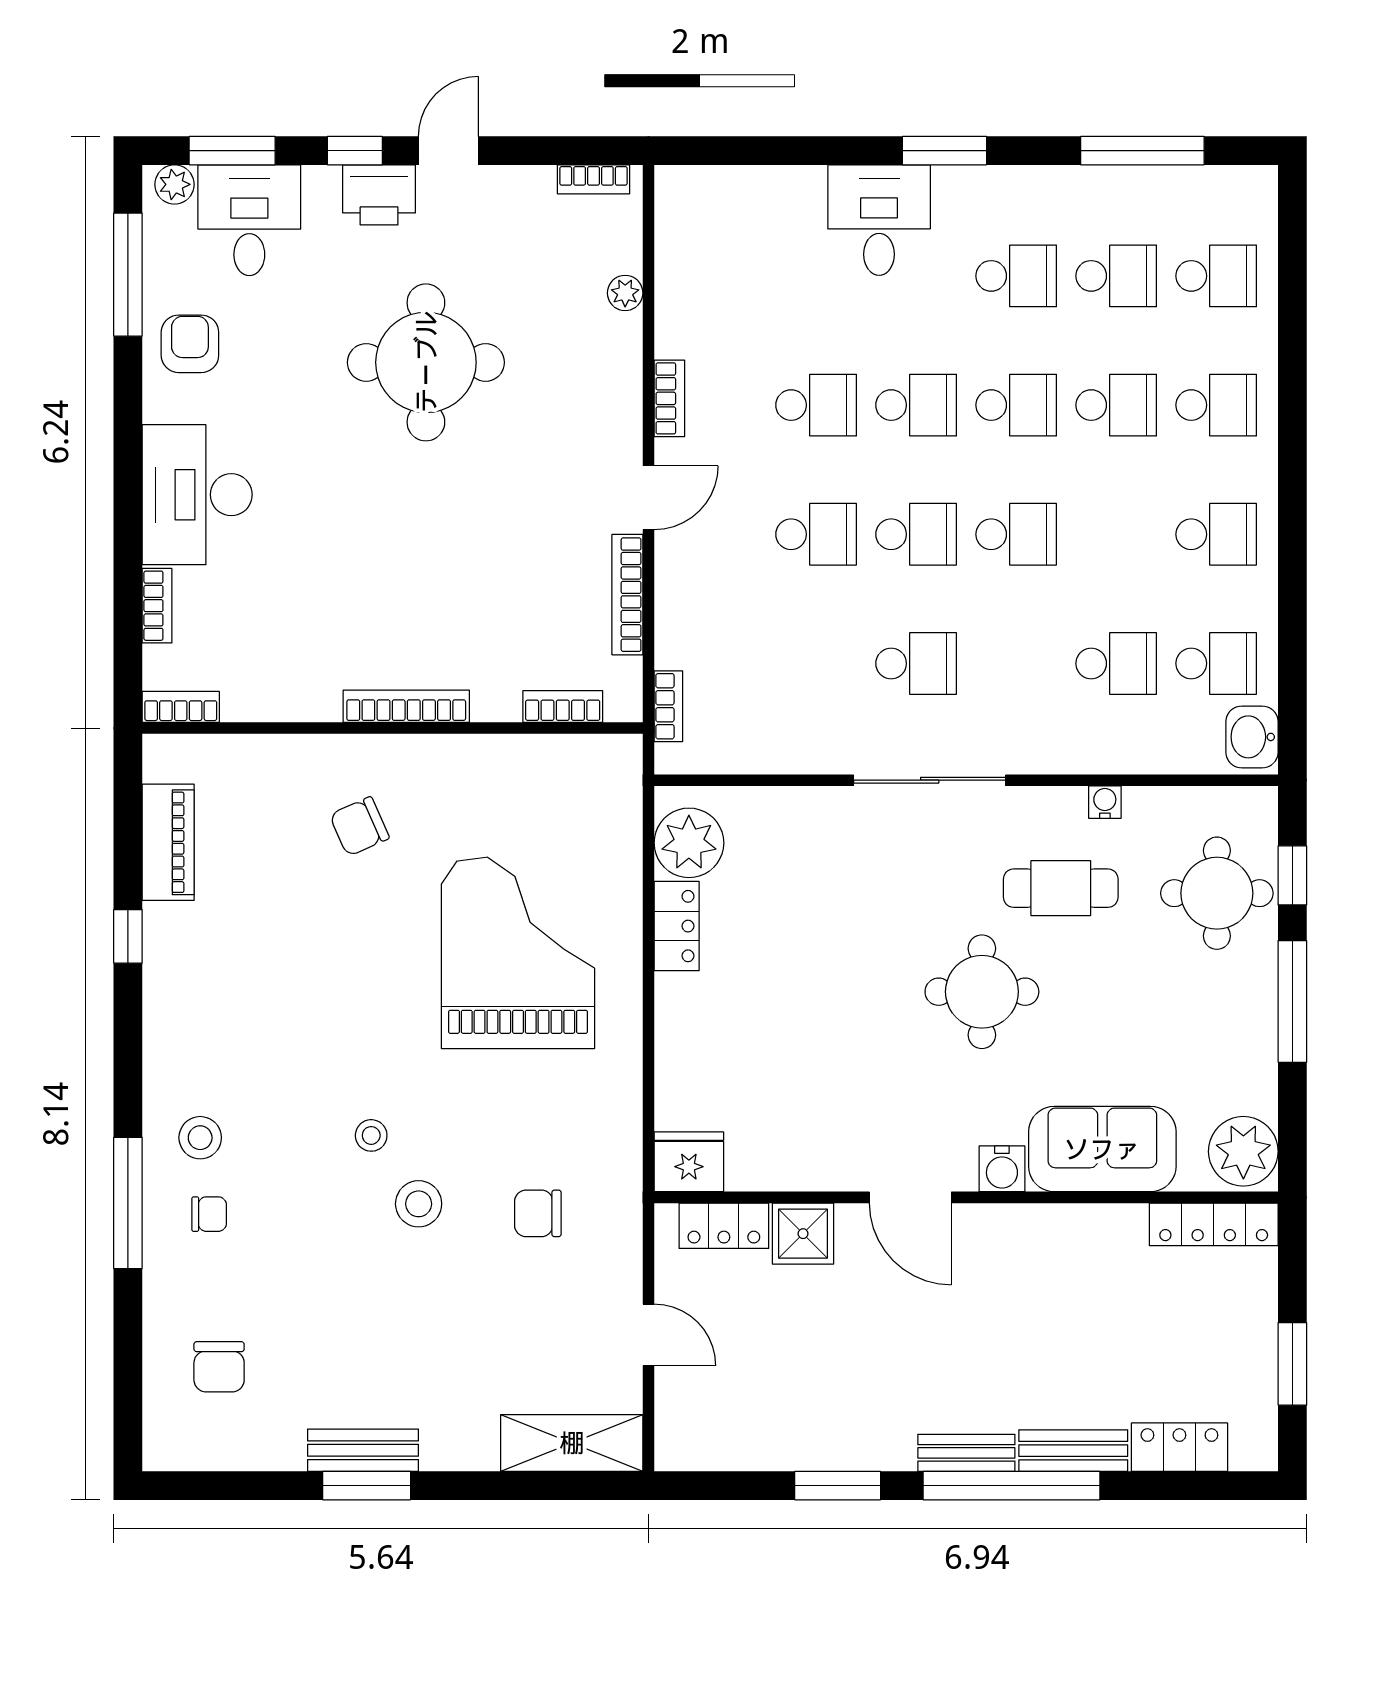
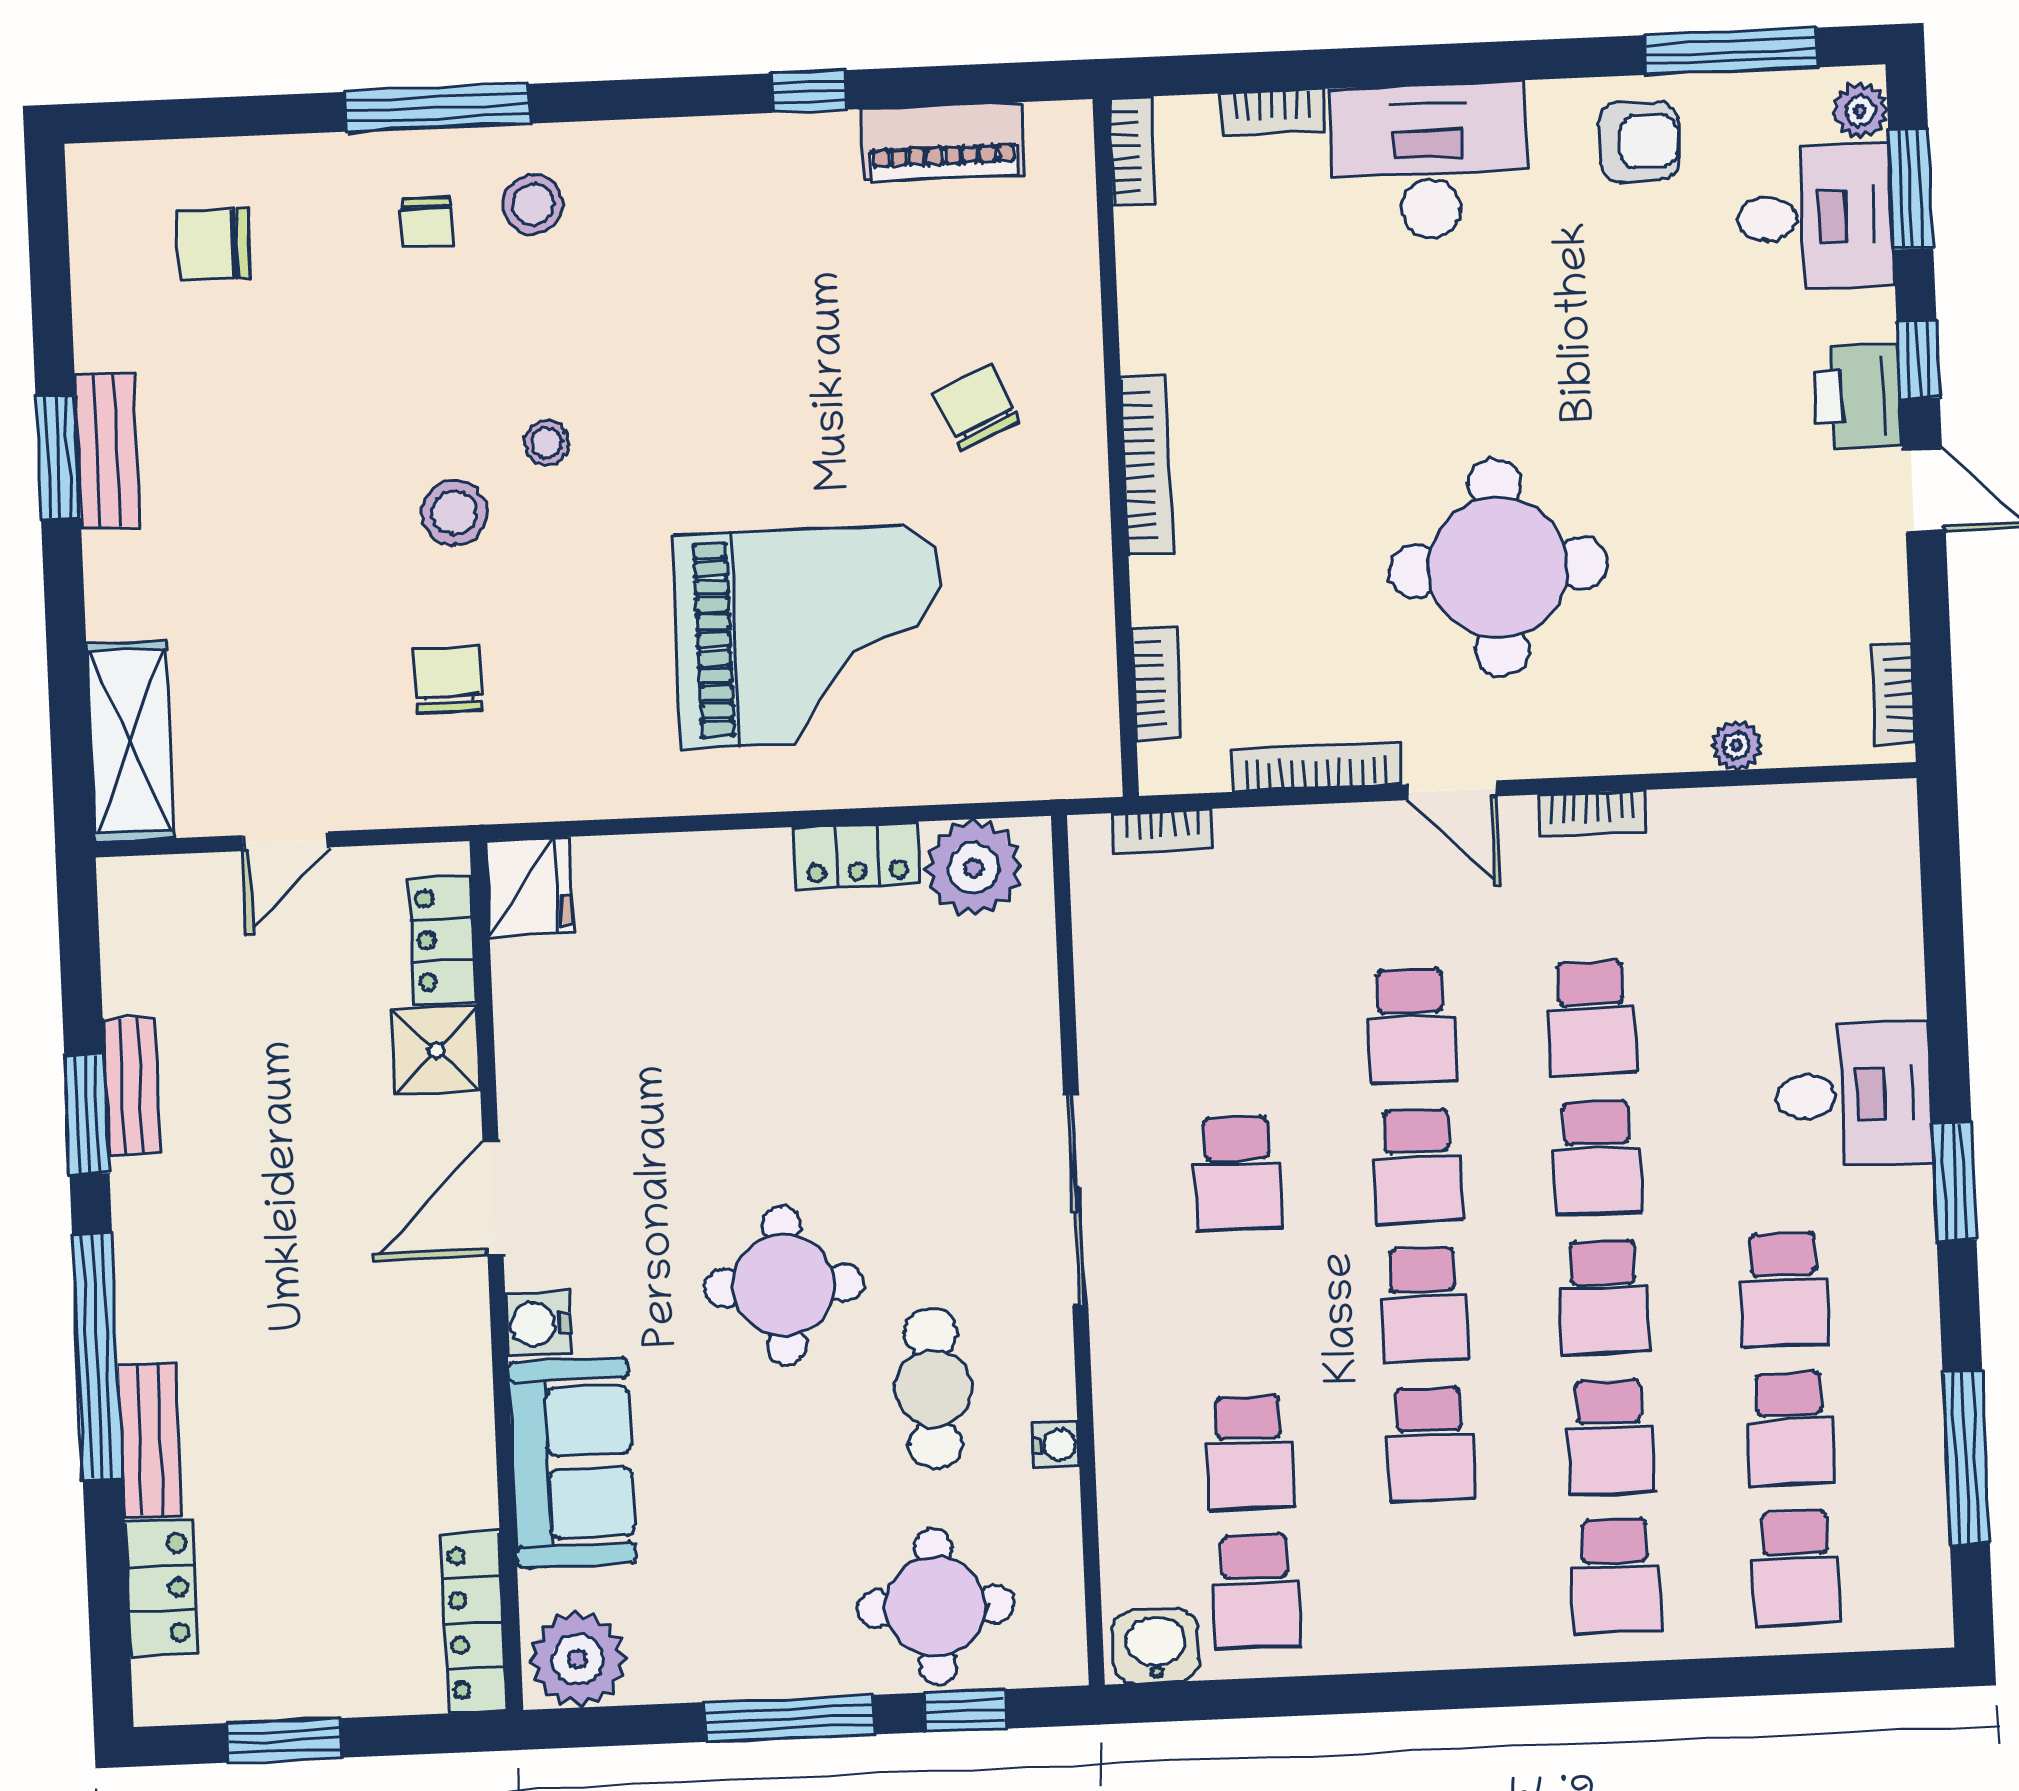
round table: (426, 362) -> (1498, 567), moved
school desk: (1216, 534) -> (1430, 1444), moved
bench: (966, 1453) -> (131, 1086), moved

